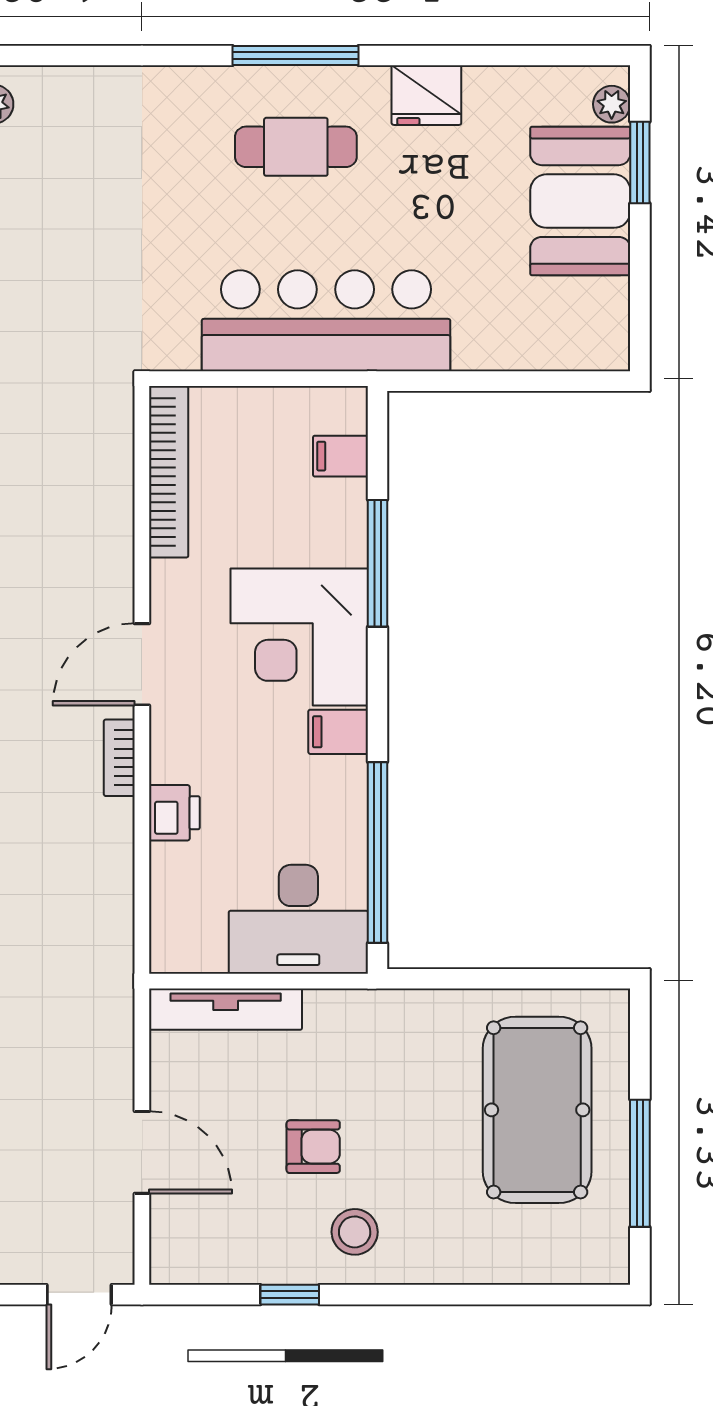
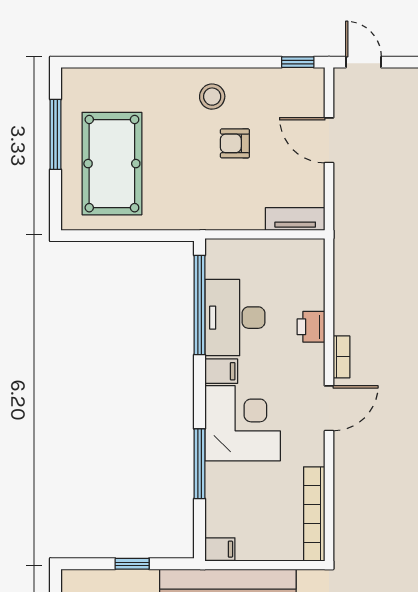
window: (500, 381) -> (132, 564), added
filing cabinet: (340, 456) -> (220, 549), moved
desk: (298, 919) -> (235, 318), moved, turned -90
tv unit: (226, 1009) -> (295, 219), width x0.71
door: (79, 1295) -> (363, 62), hinge flipped
window: (290, 1295) -> (298, 62), moved

